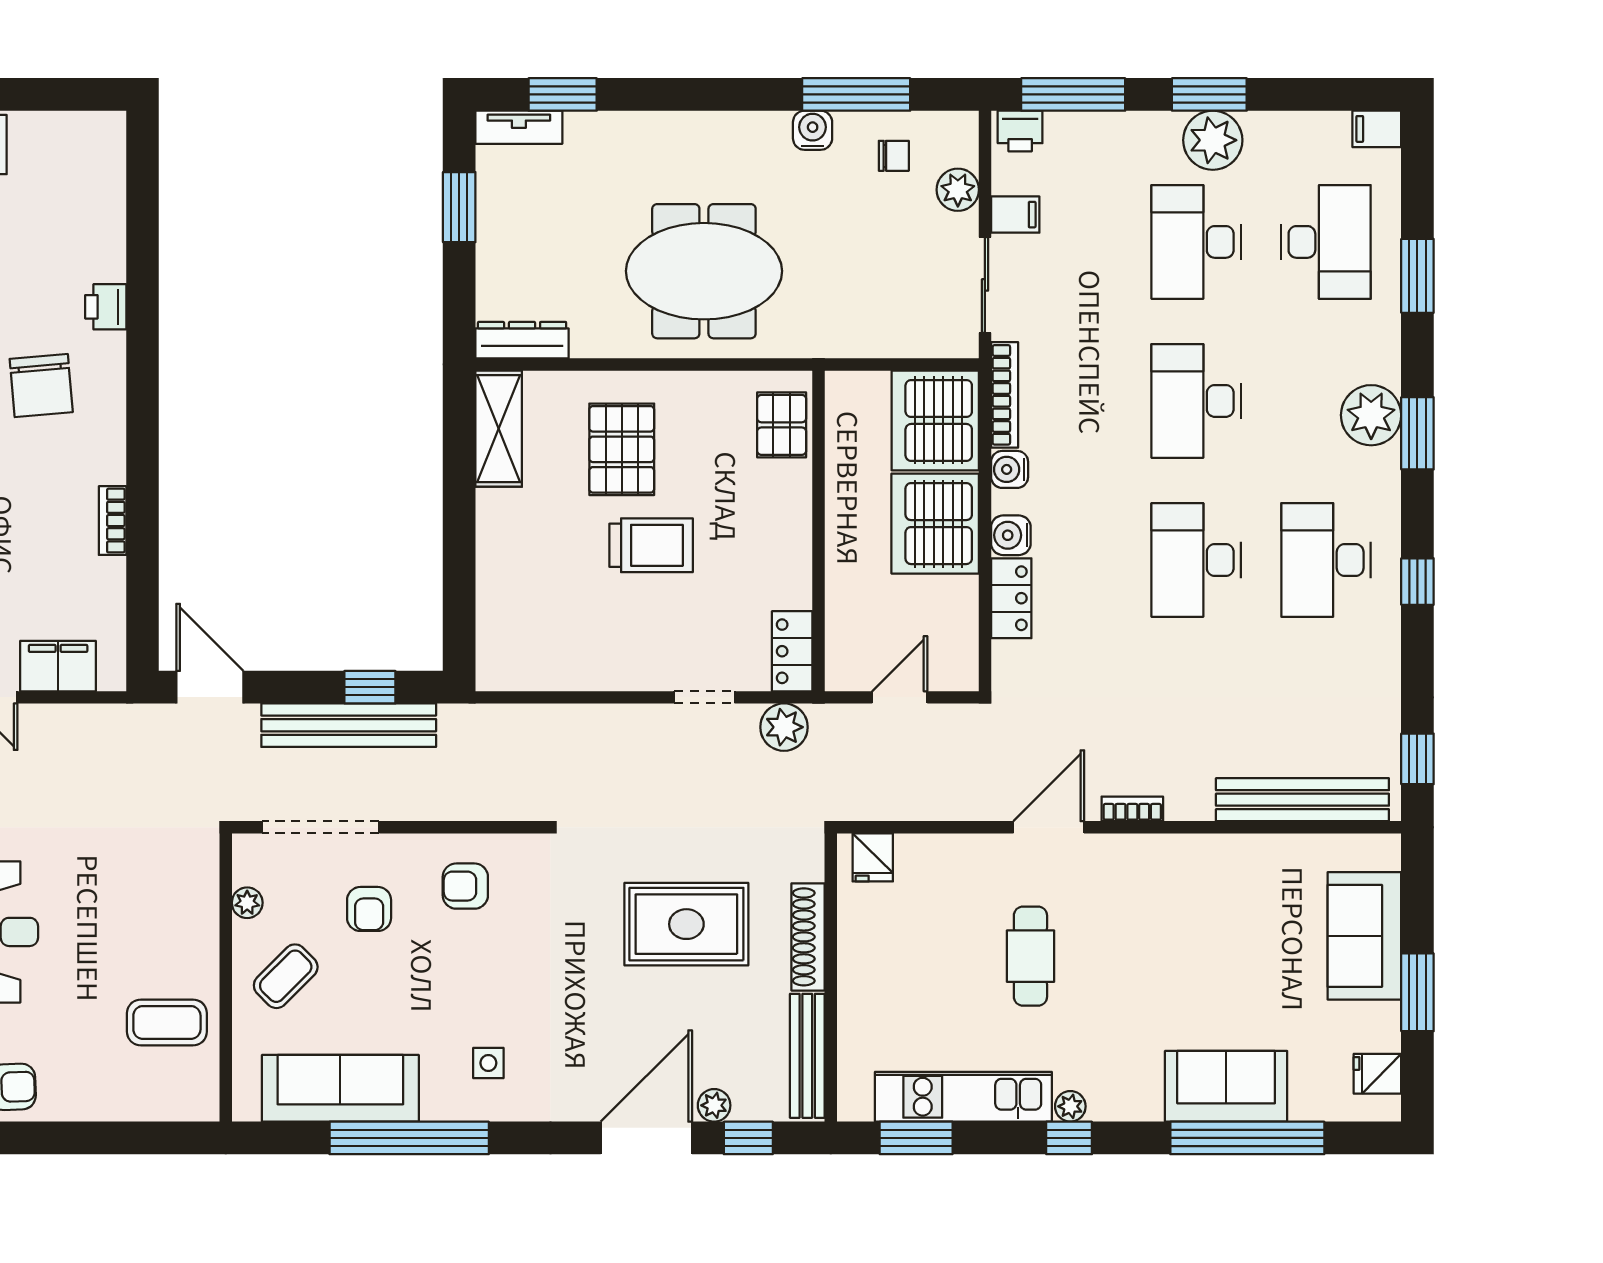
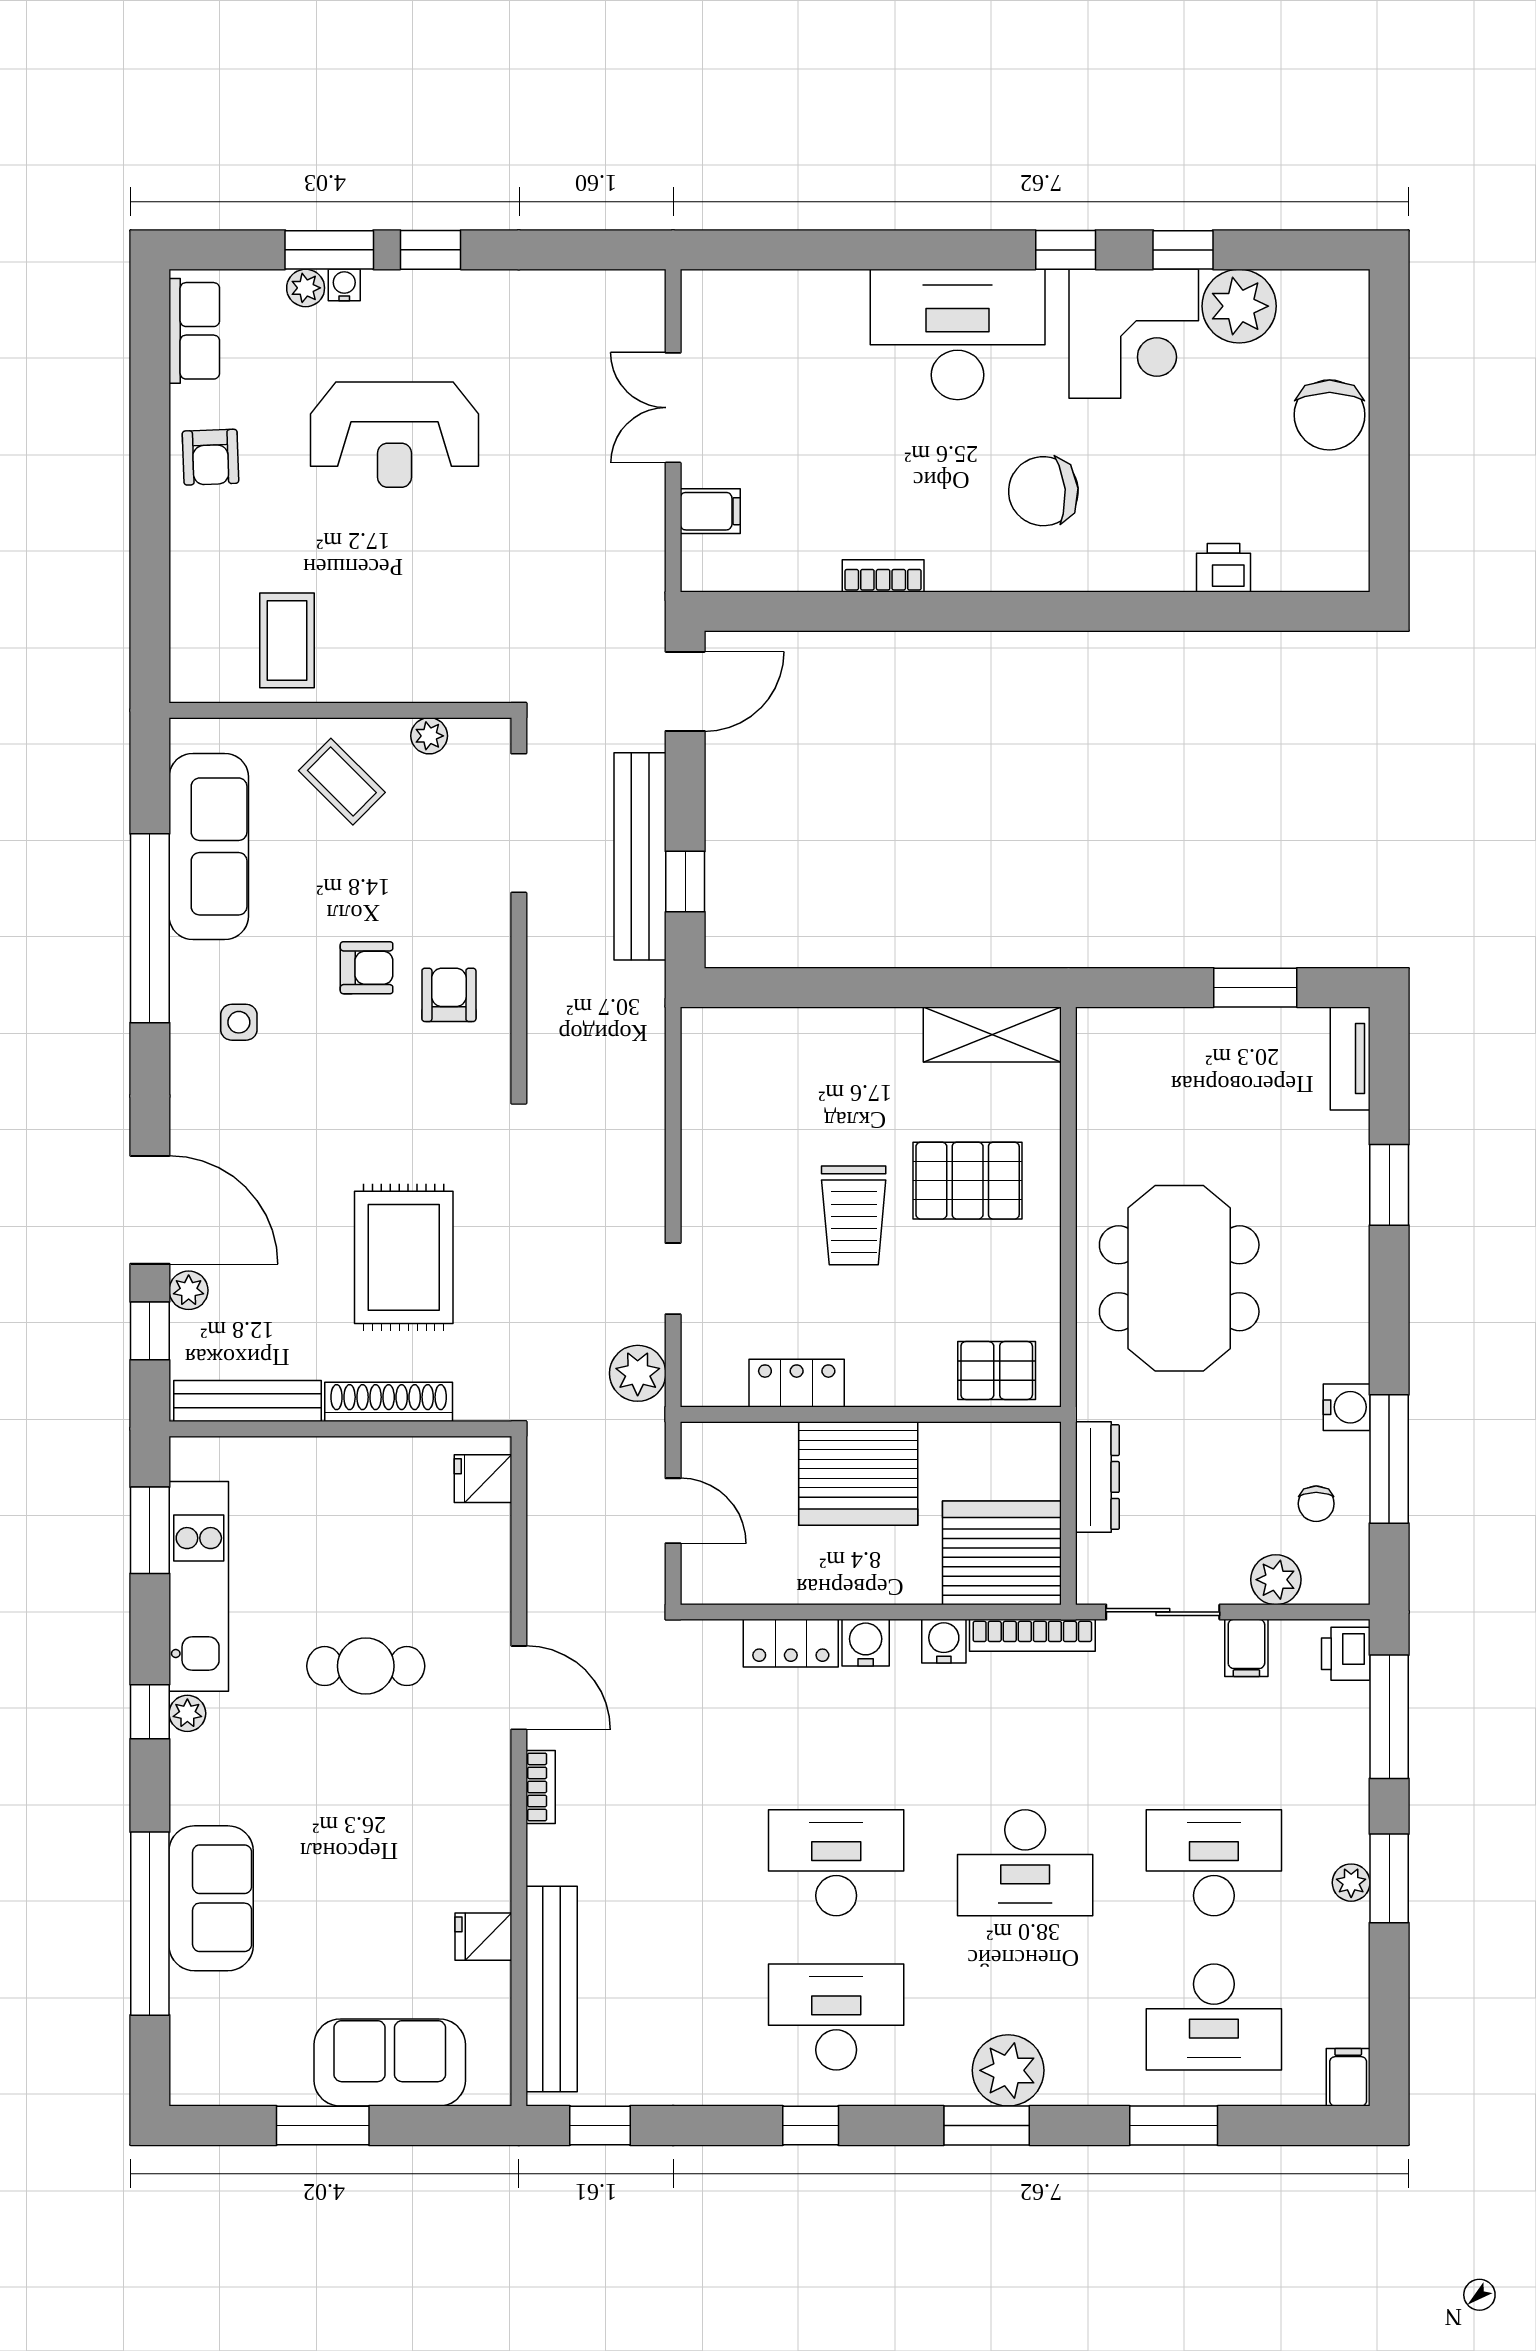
window: (563, 94) -> (1389, 1185), moved
plant: (1213, 140) -> (1351, 1883), width x0.53, depth x0.53
printer: (106, 307) -> (1223, 568), moved
dresser: (522, 340) -> (1097, 1477), moved
desk: (1196, 401) -> (1025, 1863), turned 180
server rack: (935, 524) -> (858, 1473), moved, turned 180
locker: (792, 651) -> (797, 1383), moved
filing cabinet: (58, 666) -> (710, 511), width x0.50
armchair: (369, 909) -> (367, 968), moved, turned 180
fridge: (1377, 1074) -> (483, 1937), moved, turned -90

